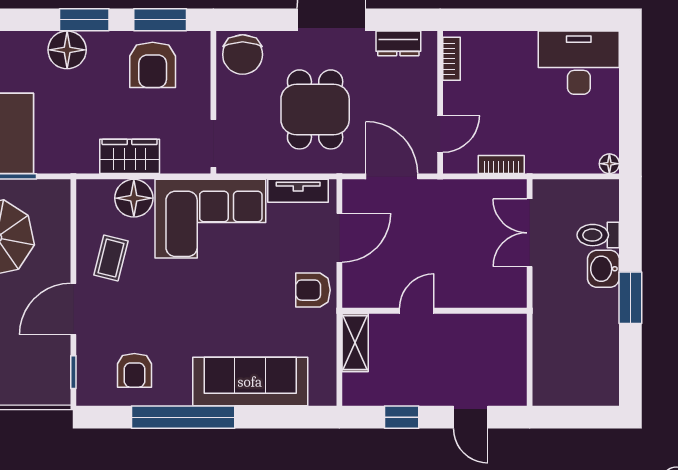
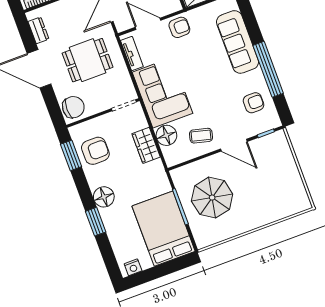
window: (84, 20) -> (96, 222), moved
armchair: (313, 290) -> (179, 27), turned -90

